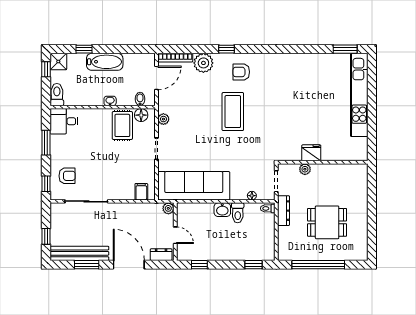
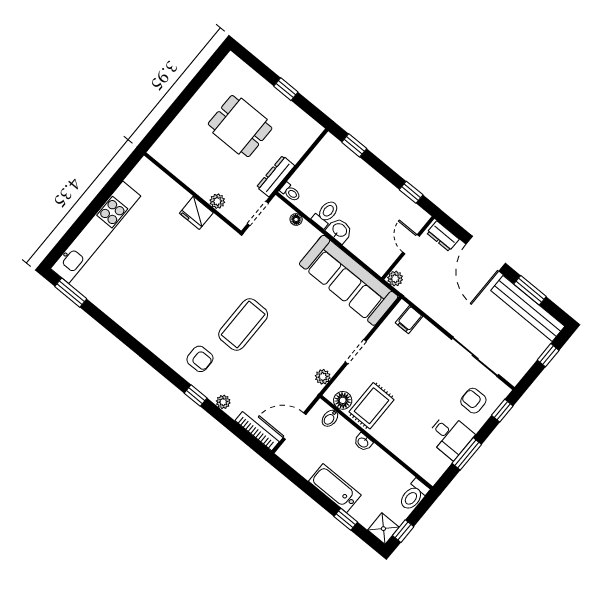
plant: (203, 63) -> (223, 402), width x0.53, depth x0.53
desk: (64, 121) -> (450, 436), moved
window: (318, 265) -> (286, 89), width x0.32

